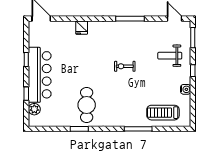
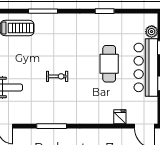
fridge: (82, 28) -> (120, 117), moved
cafe table: (87, 105) -> (109, 64), moved

